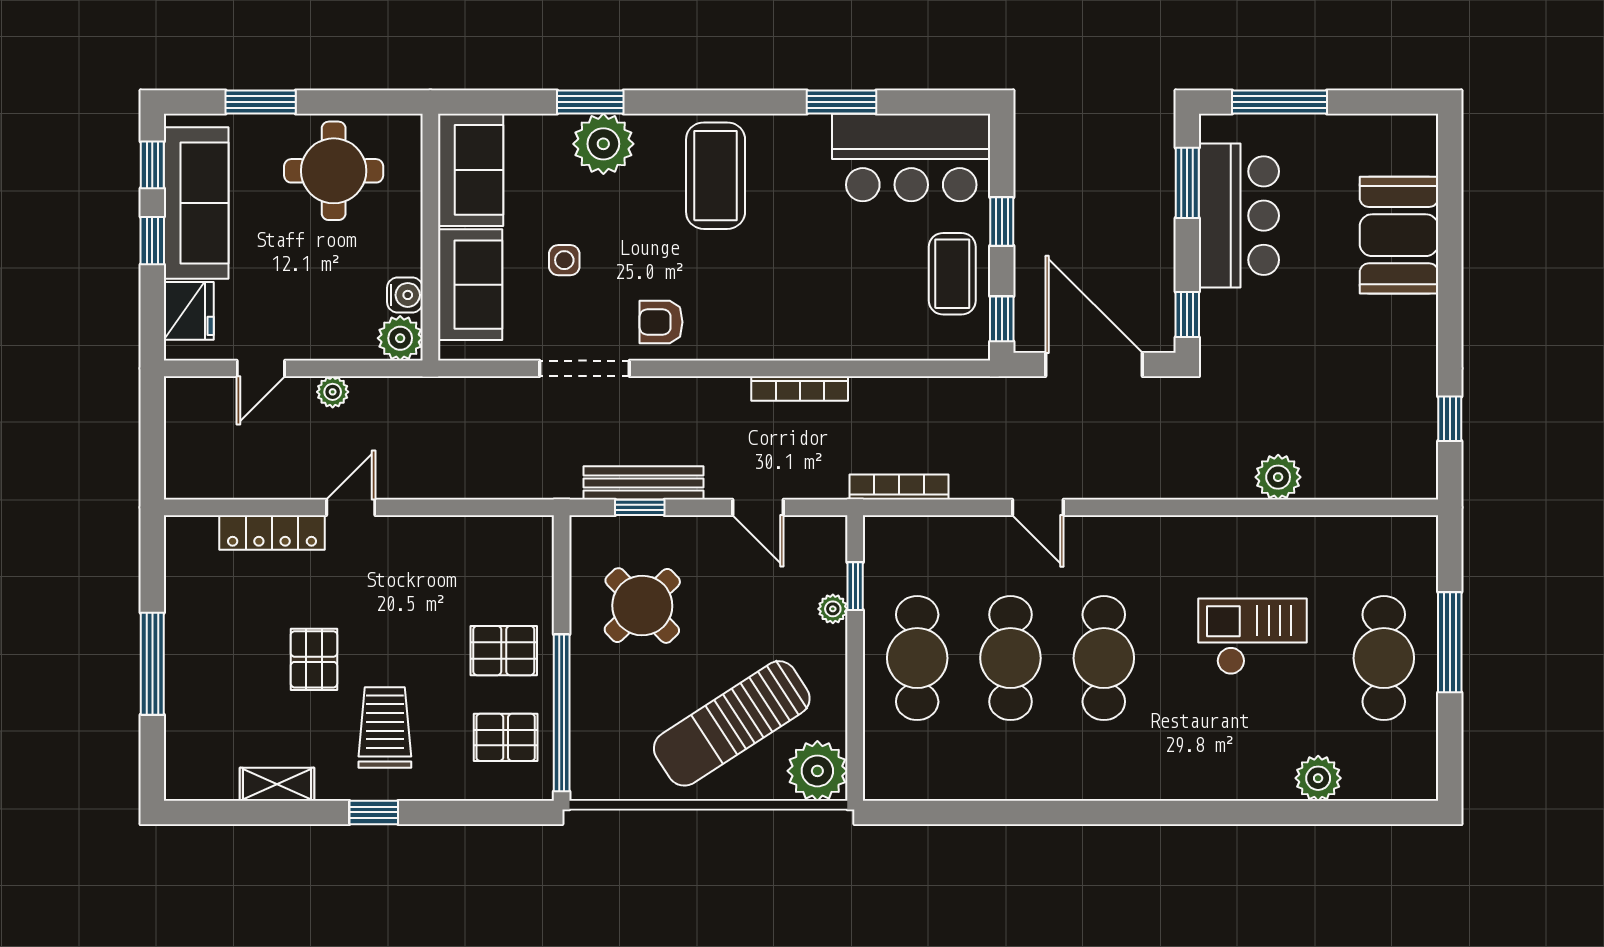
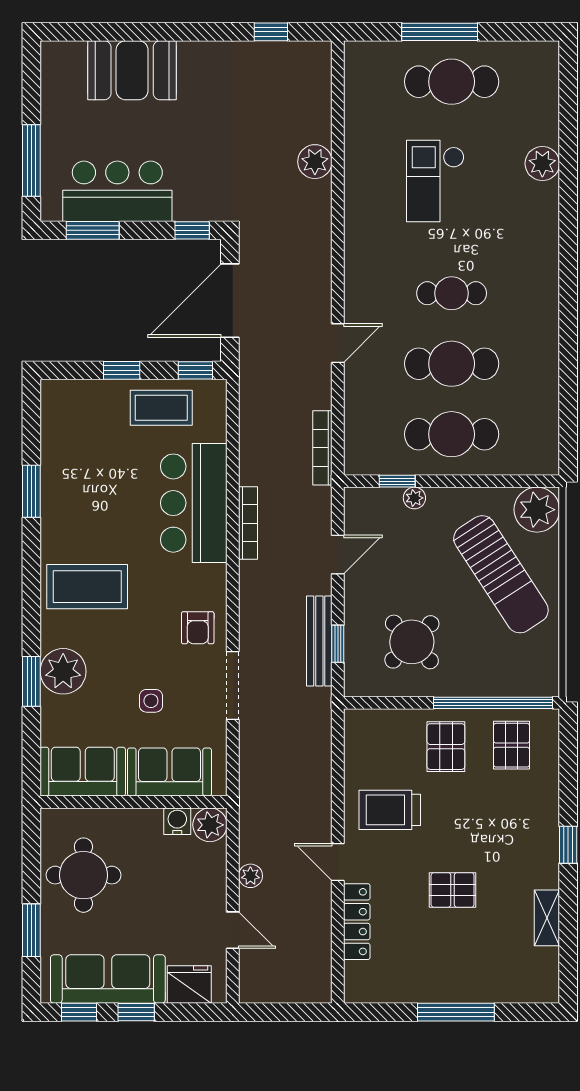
bar counter: (911, 157) -> (194, 503), moved, turned 180
cafe table: (1104, 658) -> (452, 293), width x0.73, depth x0.74
trolley: (385, 727) -> (390, 810), moved
plant: (1318, 778) -> (542, 164), moved

